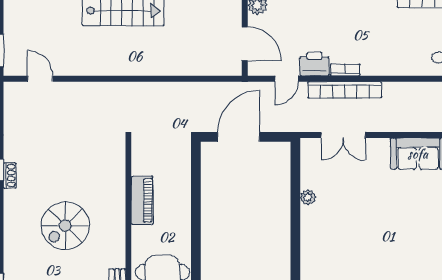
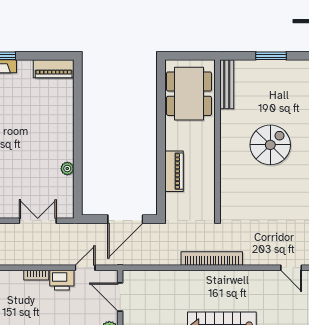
bookcase: (345, 90) -> (212, 258), moved
piano: (142, 200) -> (174, 171), moved, turned 180

